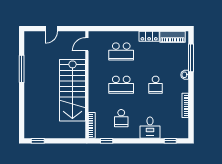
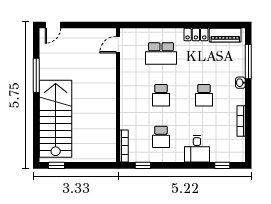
door: (51, 29) -> (53, 25), moved
school desk: (121, 85) -> (161, 95), width x0.54
stairs: (72, 90) -> (56, 119), moved, turned 180

